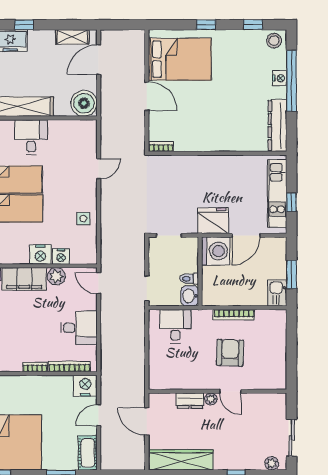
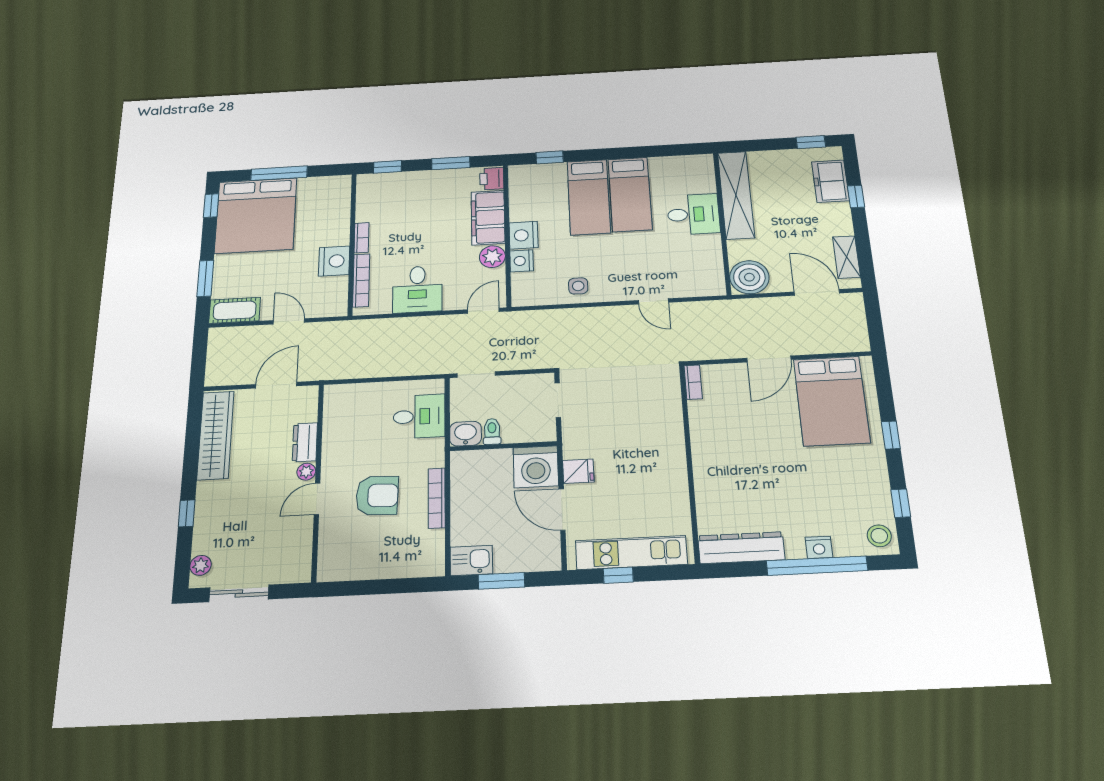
fridge: (213, 221) -> (578, 471), width x0.53, depth x0.75
nightstand: (85, 386) -> (334, 261), moved

